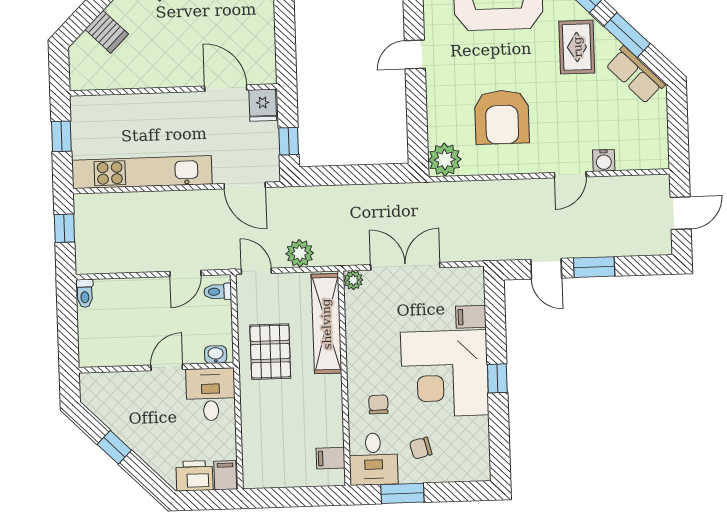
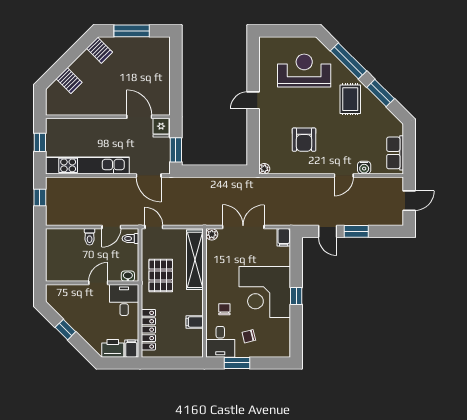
row of seats: (635, 75) -> (395, 153), moved, turned 45
armchair: (502, 117) -> (304, 140), width x0.73, depth x0.73
window: (289, 141) -> (176, 150), width x1.50
plant: (445, 160) -> (264, 169), width x0.53, depth x0.53
plant: (300, 253) -> (180, 217), removed
toilet: (85, 293) -> (90, 237), moved
filing cabinet: (471, 317) -> (284, 237), moved, turned -90
locker: (253, 443) -> (148, 330), added
filing cabinet: (330, 458) -> (195, 322), moved

